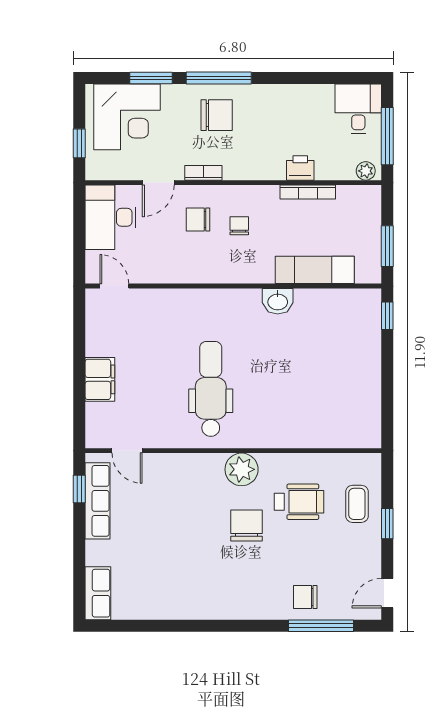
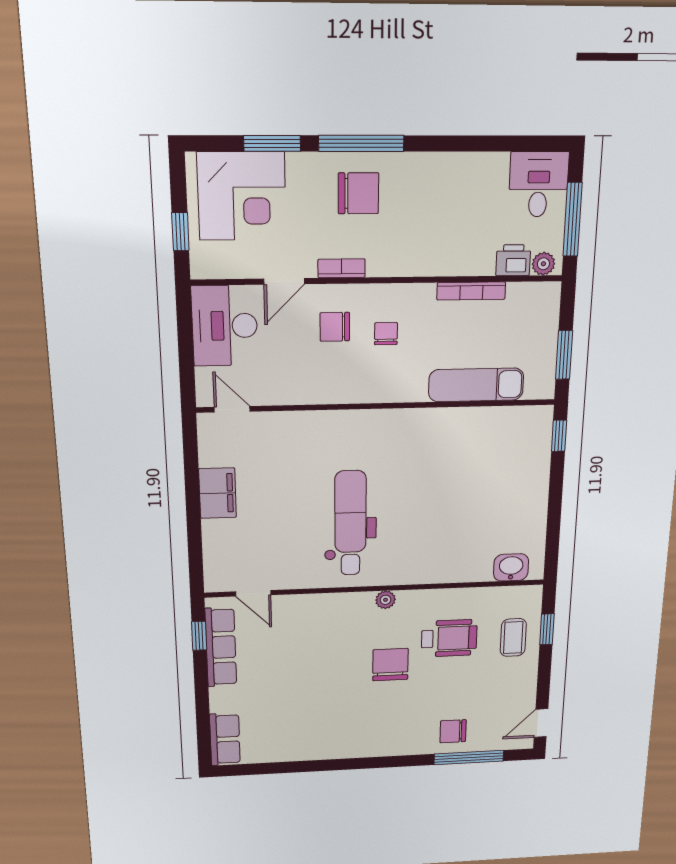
printer: (300, 168) -> (513, 260), moved
washbasin: (278, 301) -> (511, 567), moved, turned 180
filing cabinet: (100, 379) -> (218, 493), moved
plant: (242, 469) -> (386, 600), width x0.53, depth x0.53
window: (387, 524) -> (547, 629), moved

